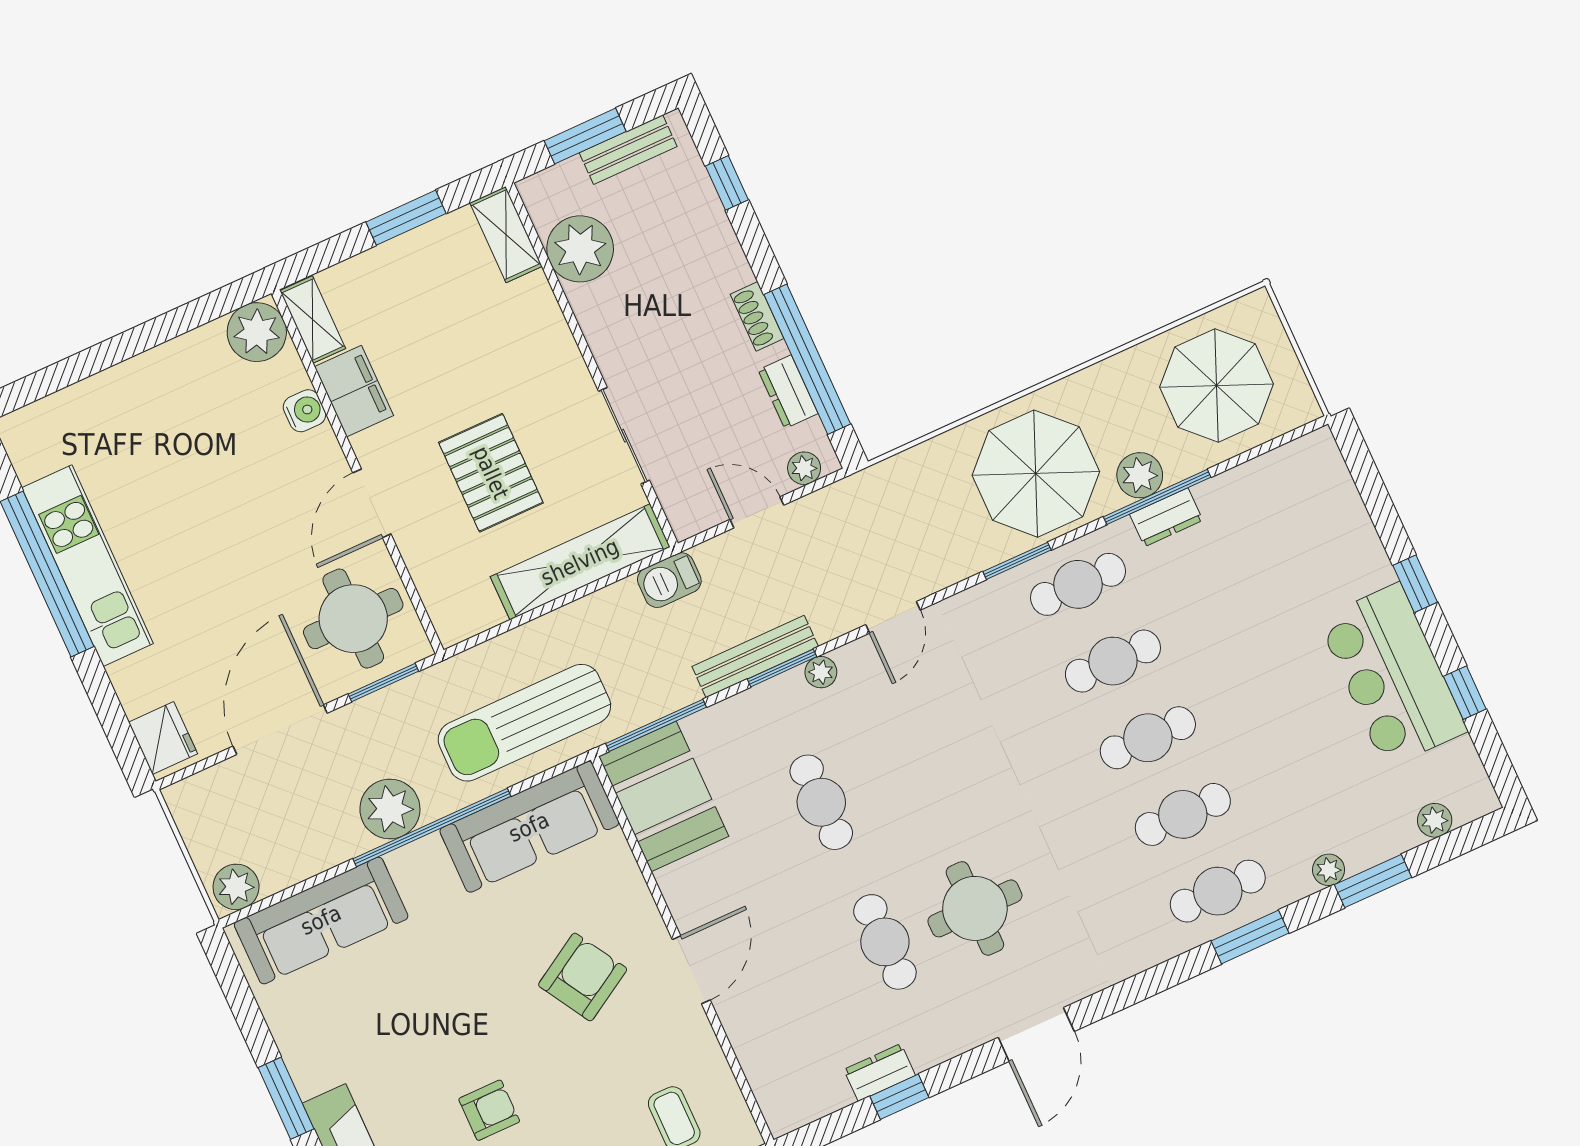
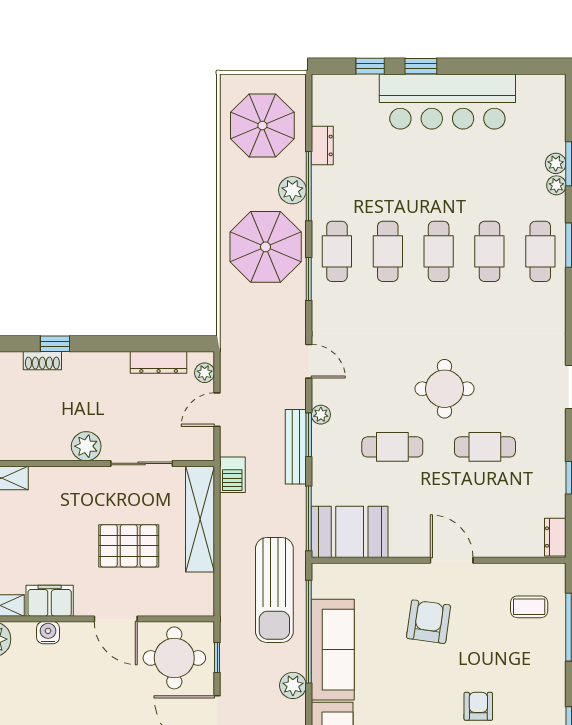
window: (727, 183) -> (55, 344), moved
plant: (580, 249) -> (86, 446), moved, width x0.73, depth x0.73
shoe rack: (757, 316) -> (42, 361), moved
window: (807, 359) -> (146, 344), removed
dresser: (788, 392) -> (159, 362), width x1.44
dresser: (1166, 517) -> (322, 145), moved
bar counter: (1392, 675) -> (447, 102), width x1.36
window: (383, 683) -> (217, 657), width x0.67
window: (1465, 693) -> (370, 66), moved
plant: (390, 809) -> (293, 685), width x0.73, depth x0.73
plant: (1435, 820) -> (556, 163), moved
sofa: (529, 827) -> (333, 650), moved
window: (432, 828) -> (309, 632), moved
round table: (975, 908) -> (445, 389), moved
armchair: (583, 977) -> (429, 622), turned 39
dresser: (880, 1072) -> (555, 537), moved

